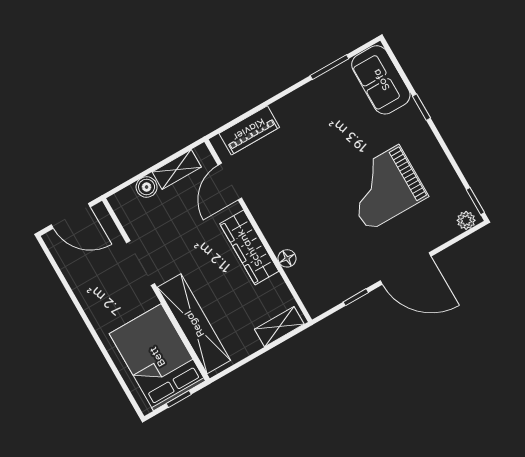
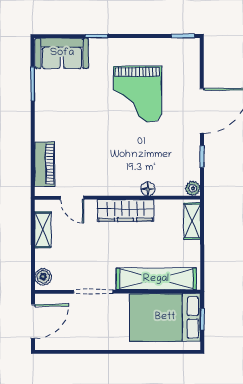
door: (230, 182) -> (72, 198), width x0.73
boiler: (147, 187) -> (43, 277), moved
plant: (466, 220) -> (193, 188), moved

